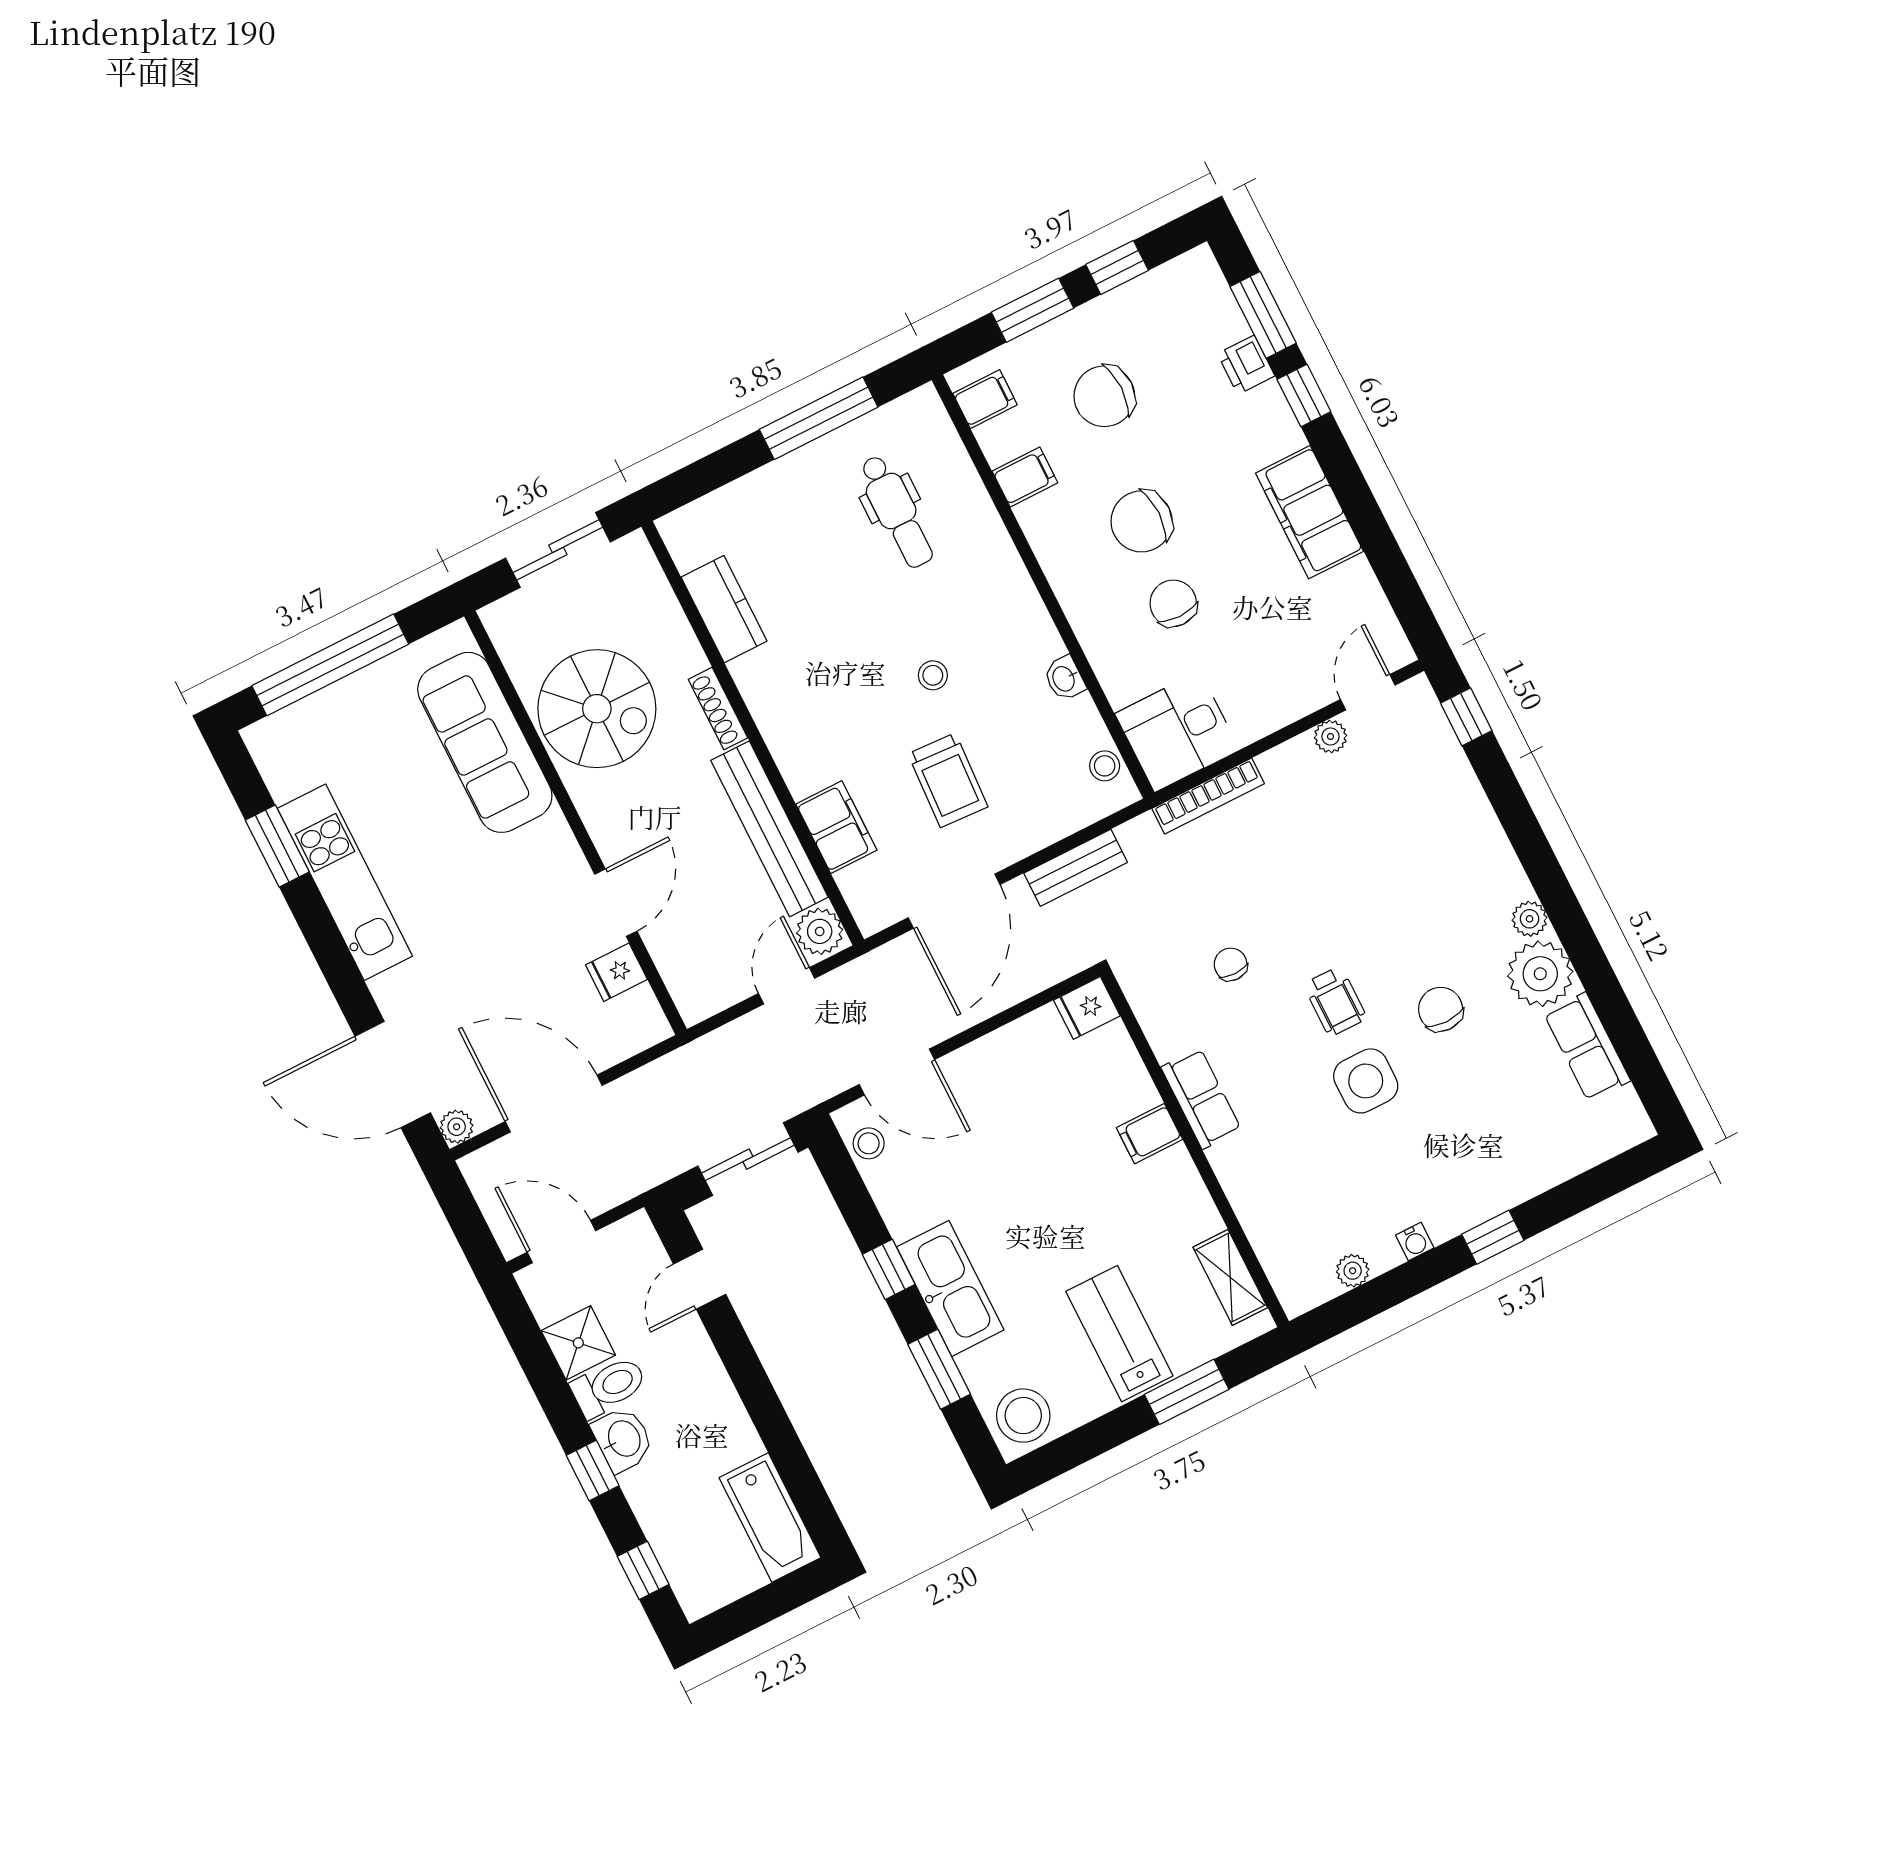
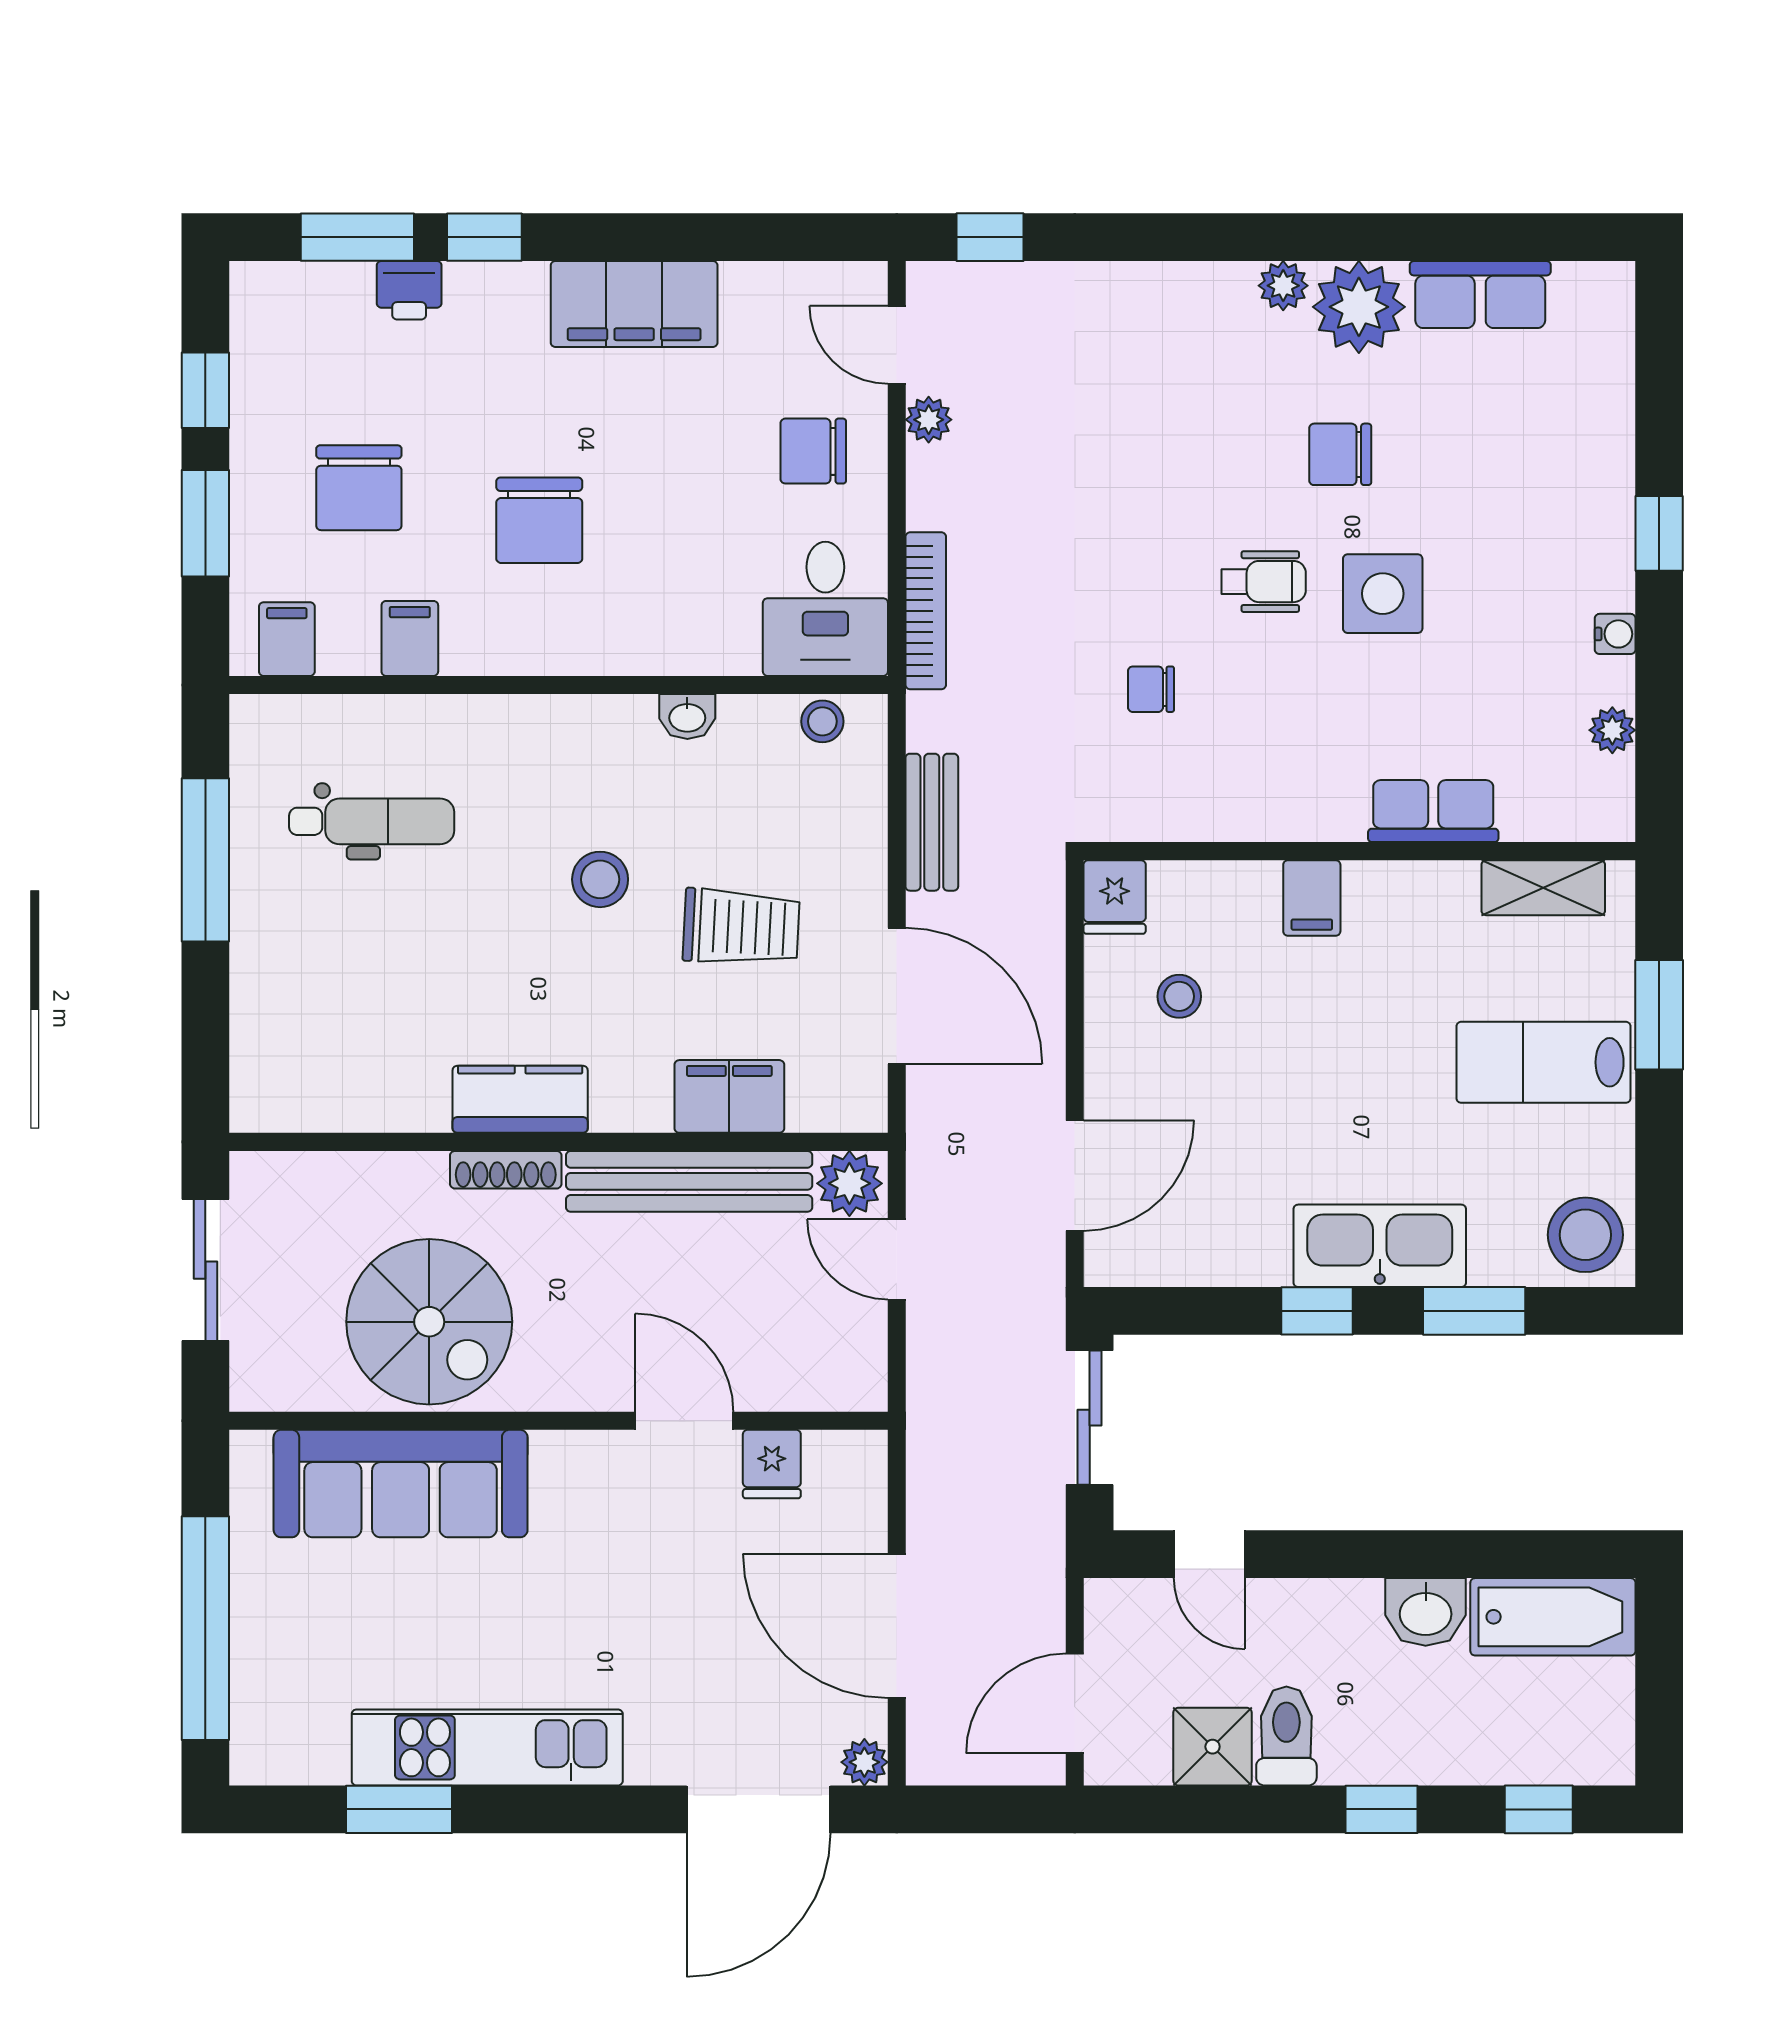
chair: (1173, 603) -> (813, 451), moved
kitchen counter: (724, 609) -> (520, 1099), moved
stool: (933, 675) -> (600, 879), width x1.37, depth x1.37
spiral stairs: (597, 709) -> (429, 1322), turned 90
row of seats: (1201, 1099) -> (1433, 811), moved
door: (554, 1103) -> (897, 1626), hinge flipped
stool: (869, 1143) -> (1179, 996), moved
washbasin: (623, 1439) -> (1426, 1612), moved, turned 180

